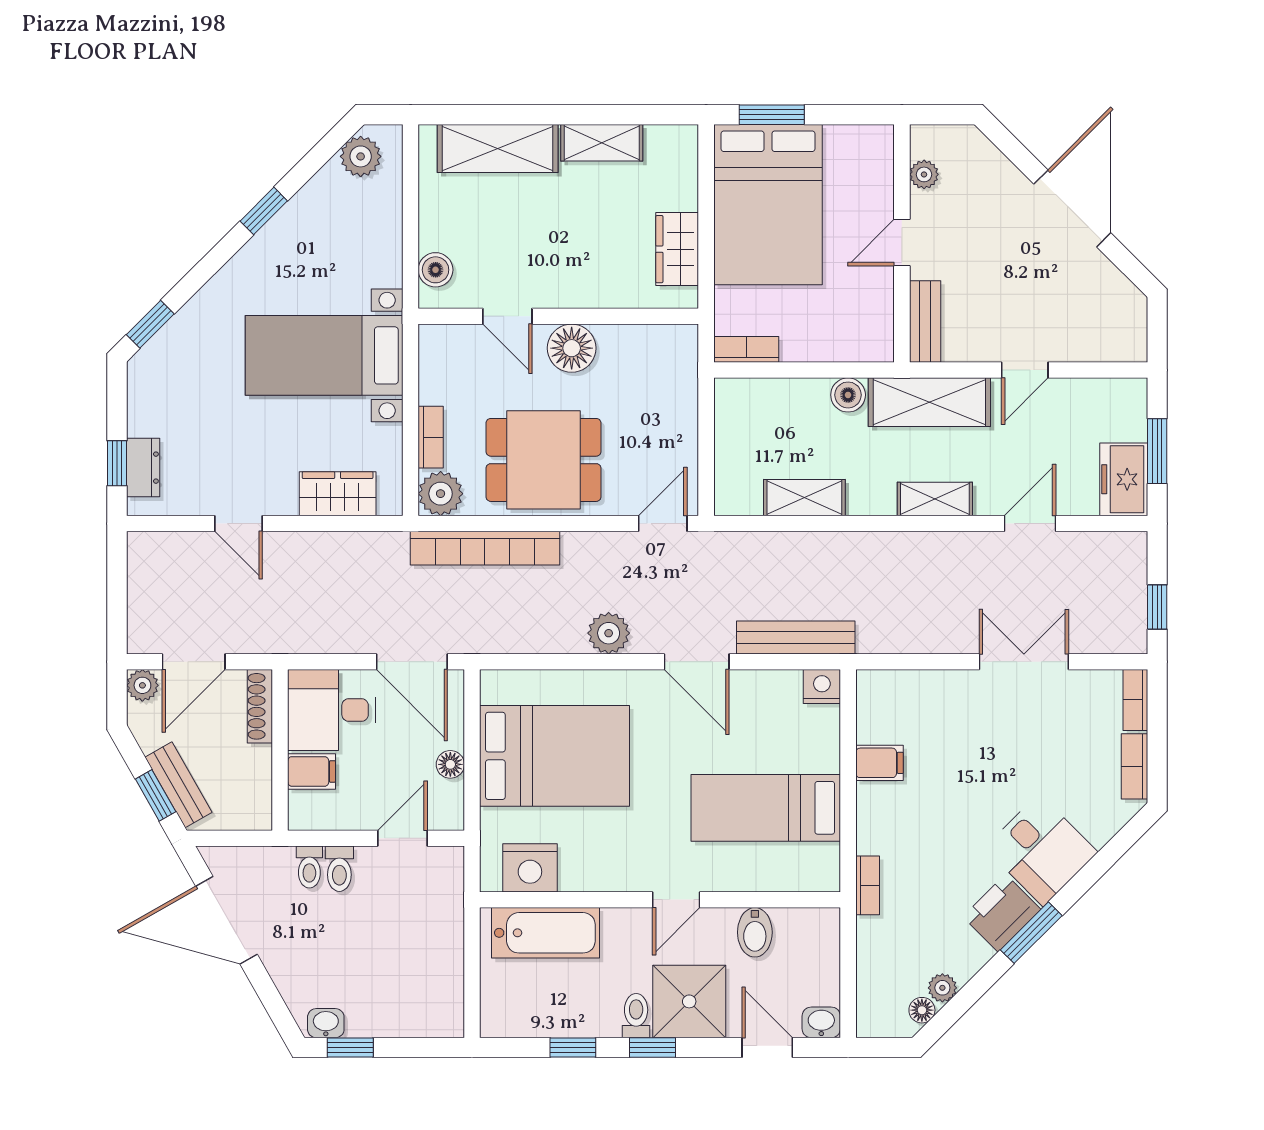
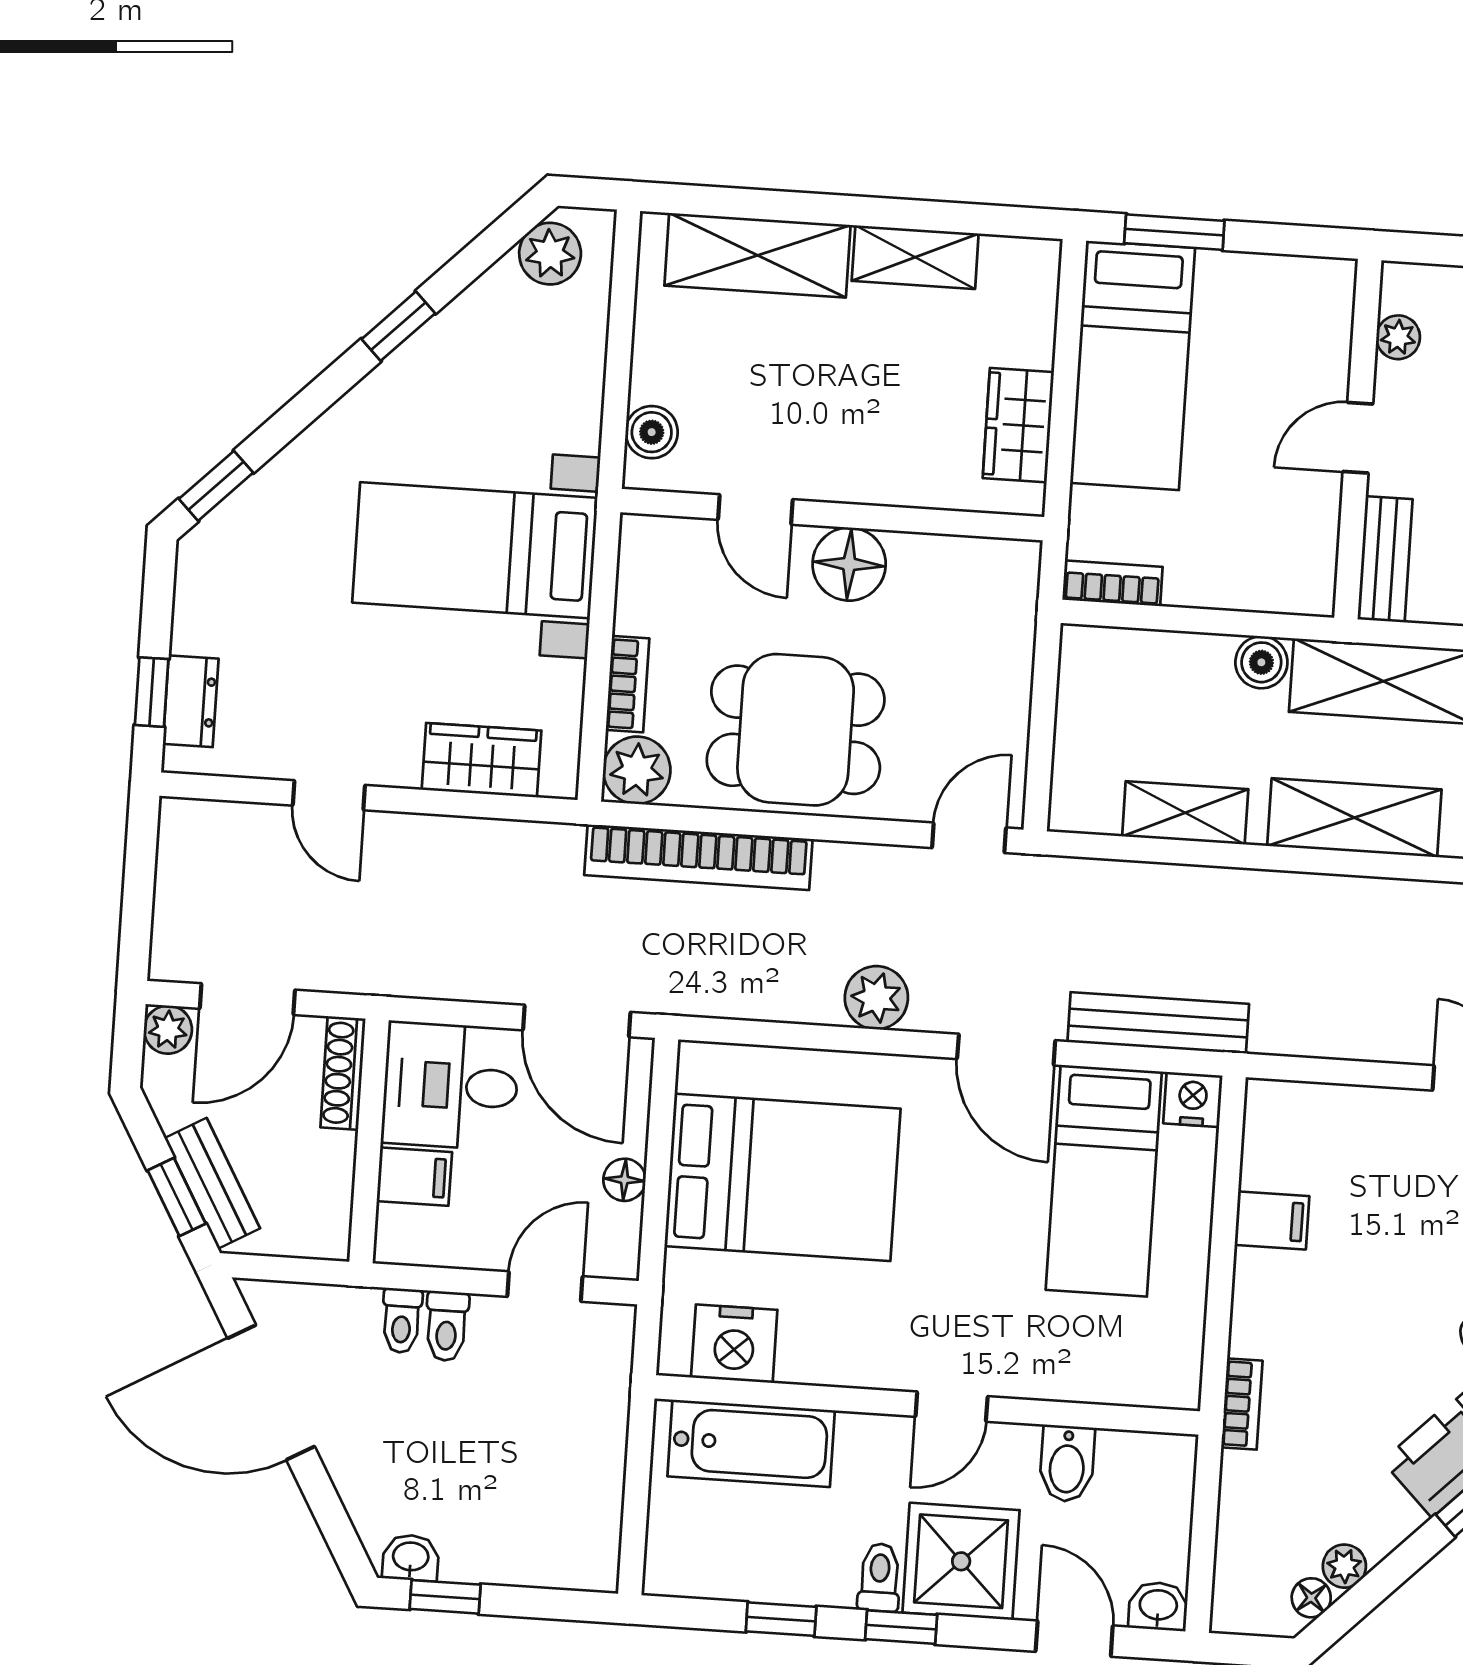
bed: (768, 205) -> (1132, 365), width x0.67
shelving: (935, 499) -> (1354, 818), width x1.50, depth x1.33
bed: (766, 808) -> (1104, 1181), moved, turned -90

